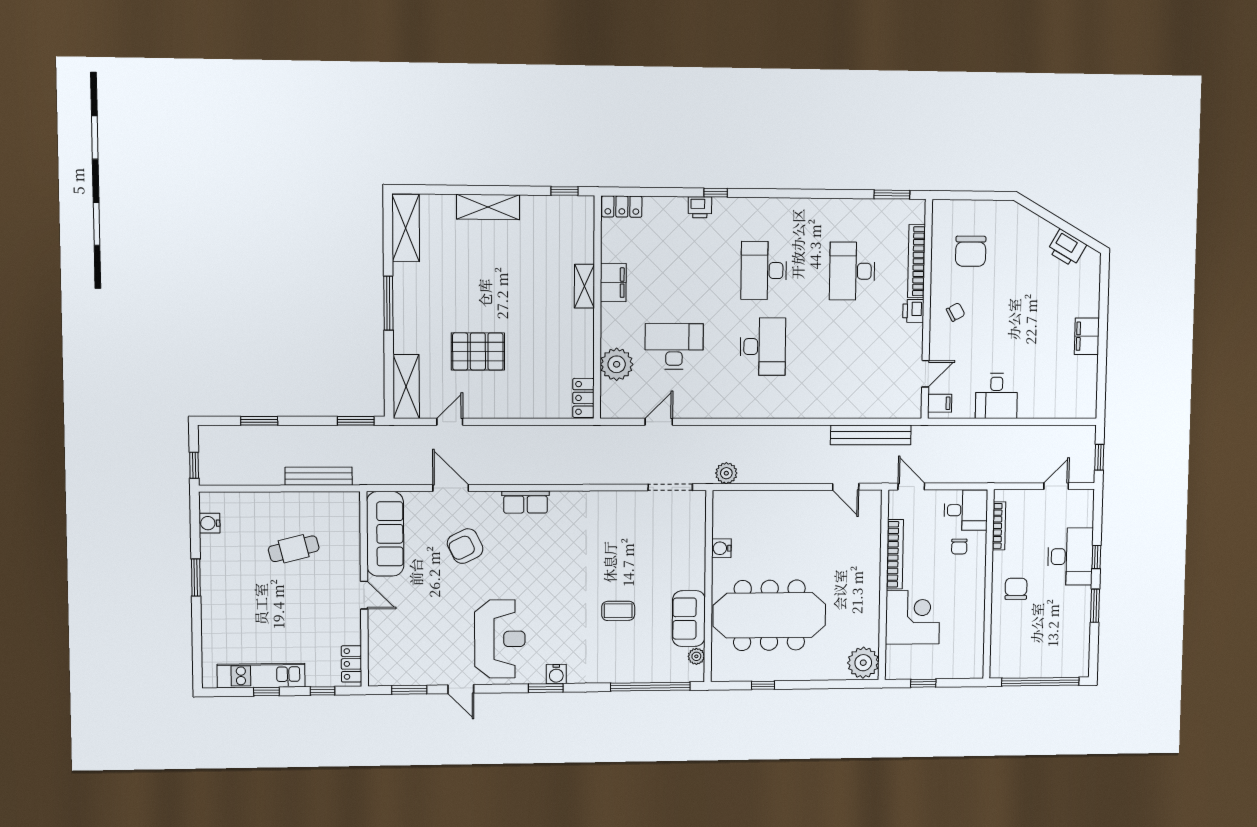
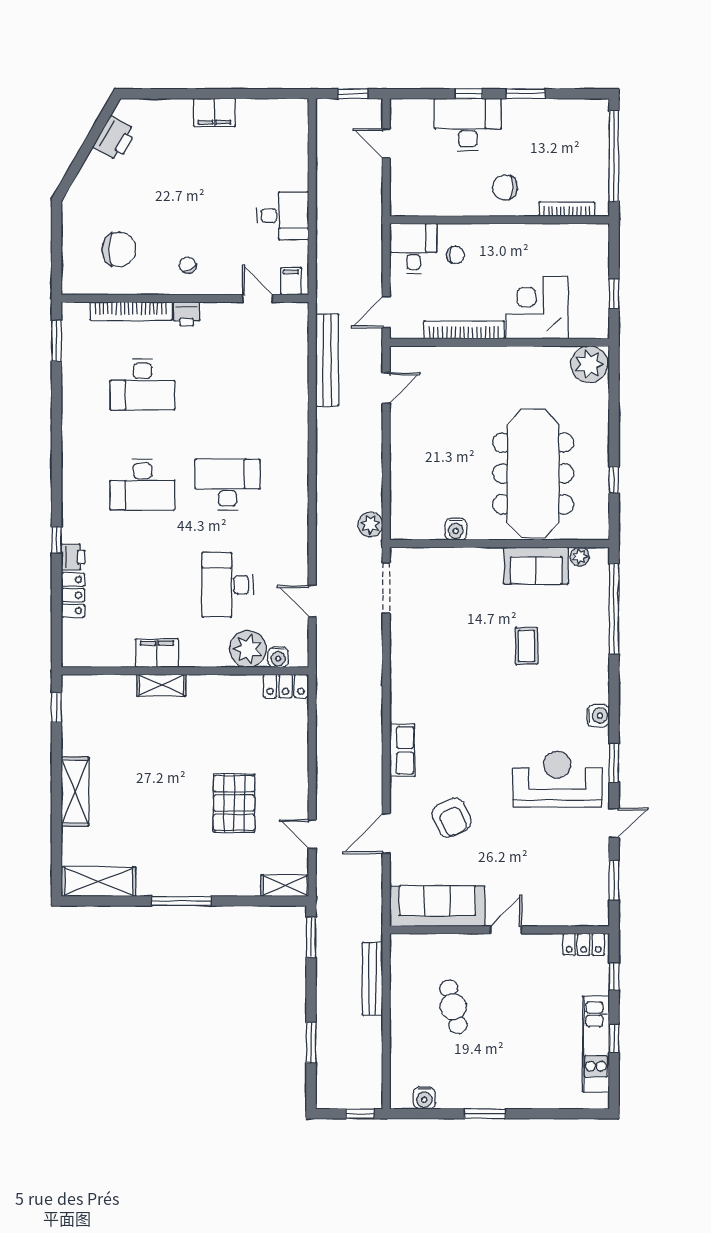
locker: (622, 206) -> (73, 595), moved
shelving: (406, 387) -> (285, 886), width x0.67, depth x0.75
water cooler: (609, 391) -> (278, 657), added
bookcase: (999, 526) -> (567, 209), moved
window: (546, 688) -> (614, 763), moved

